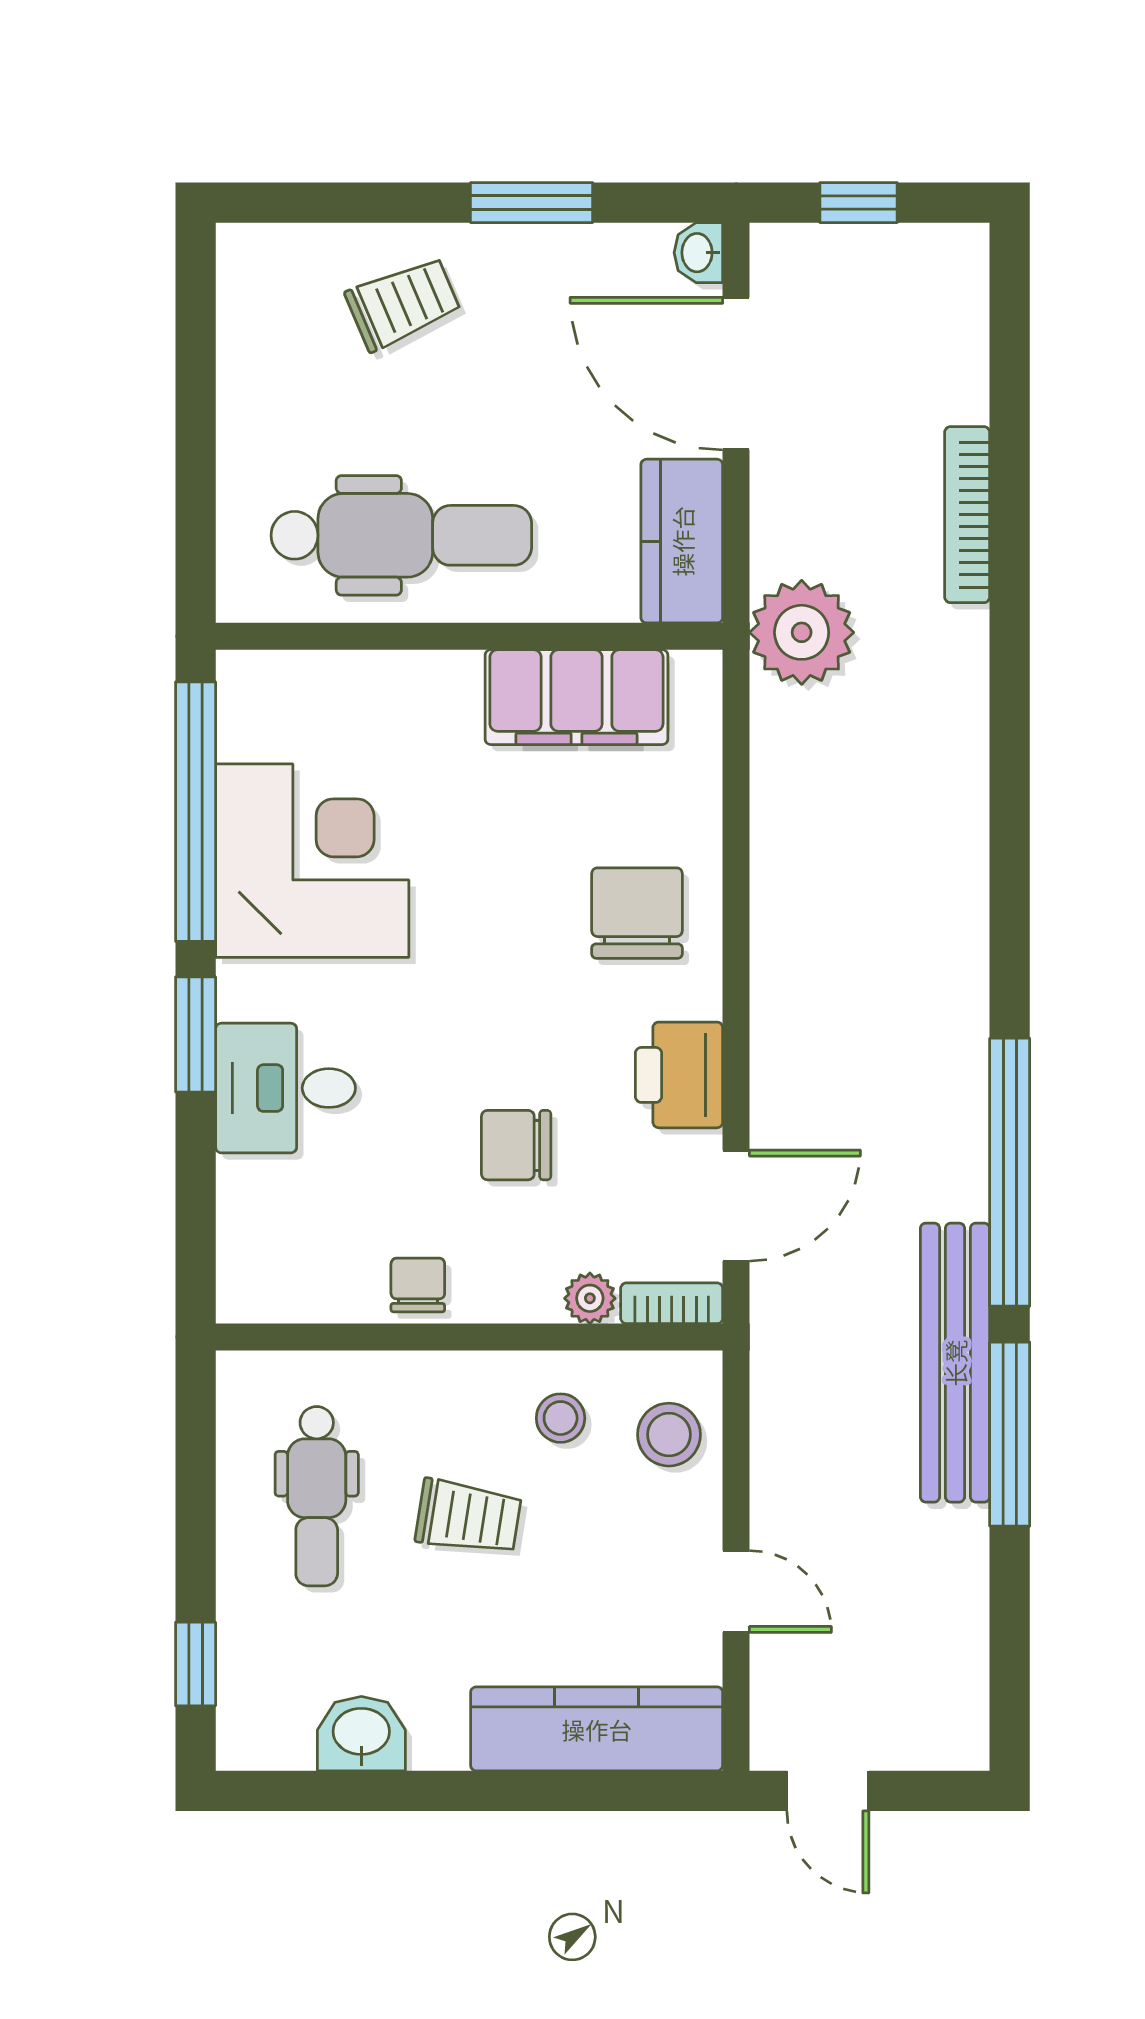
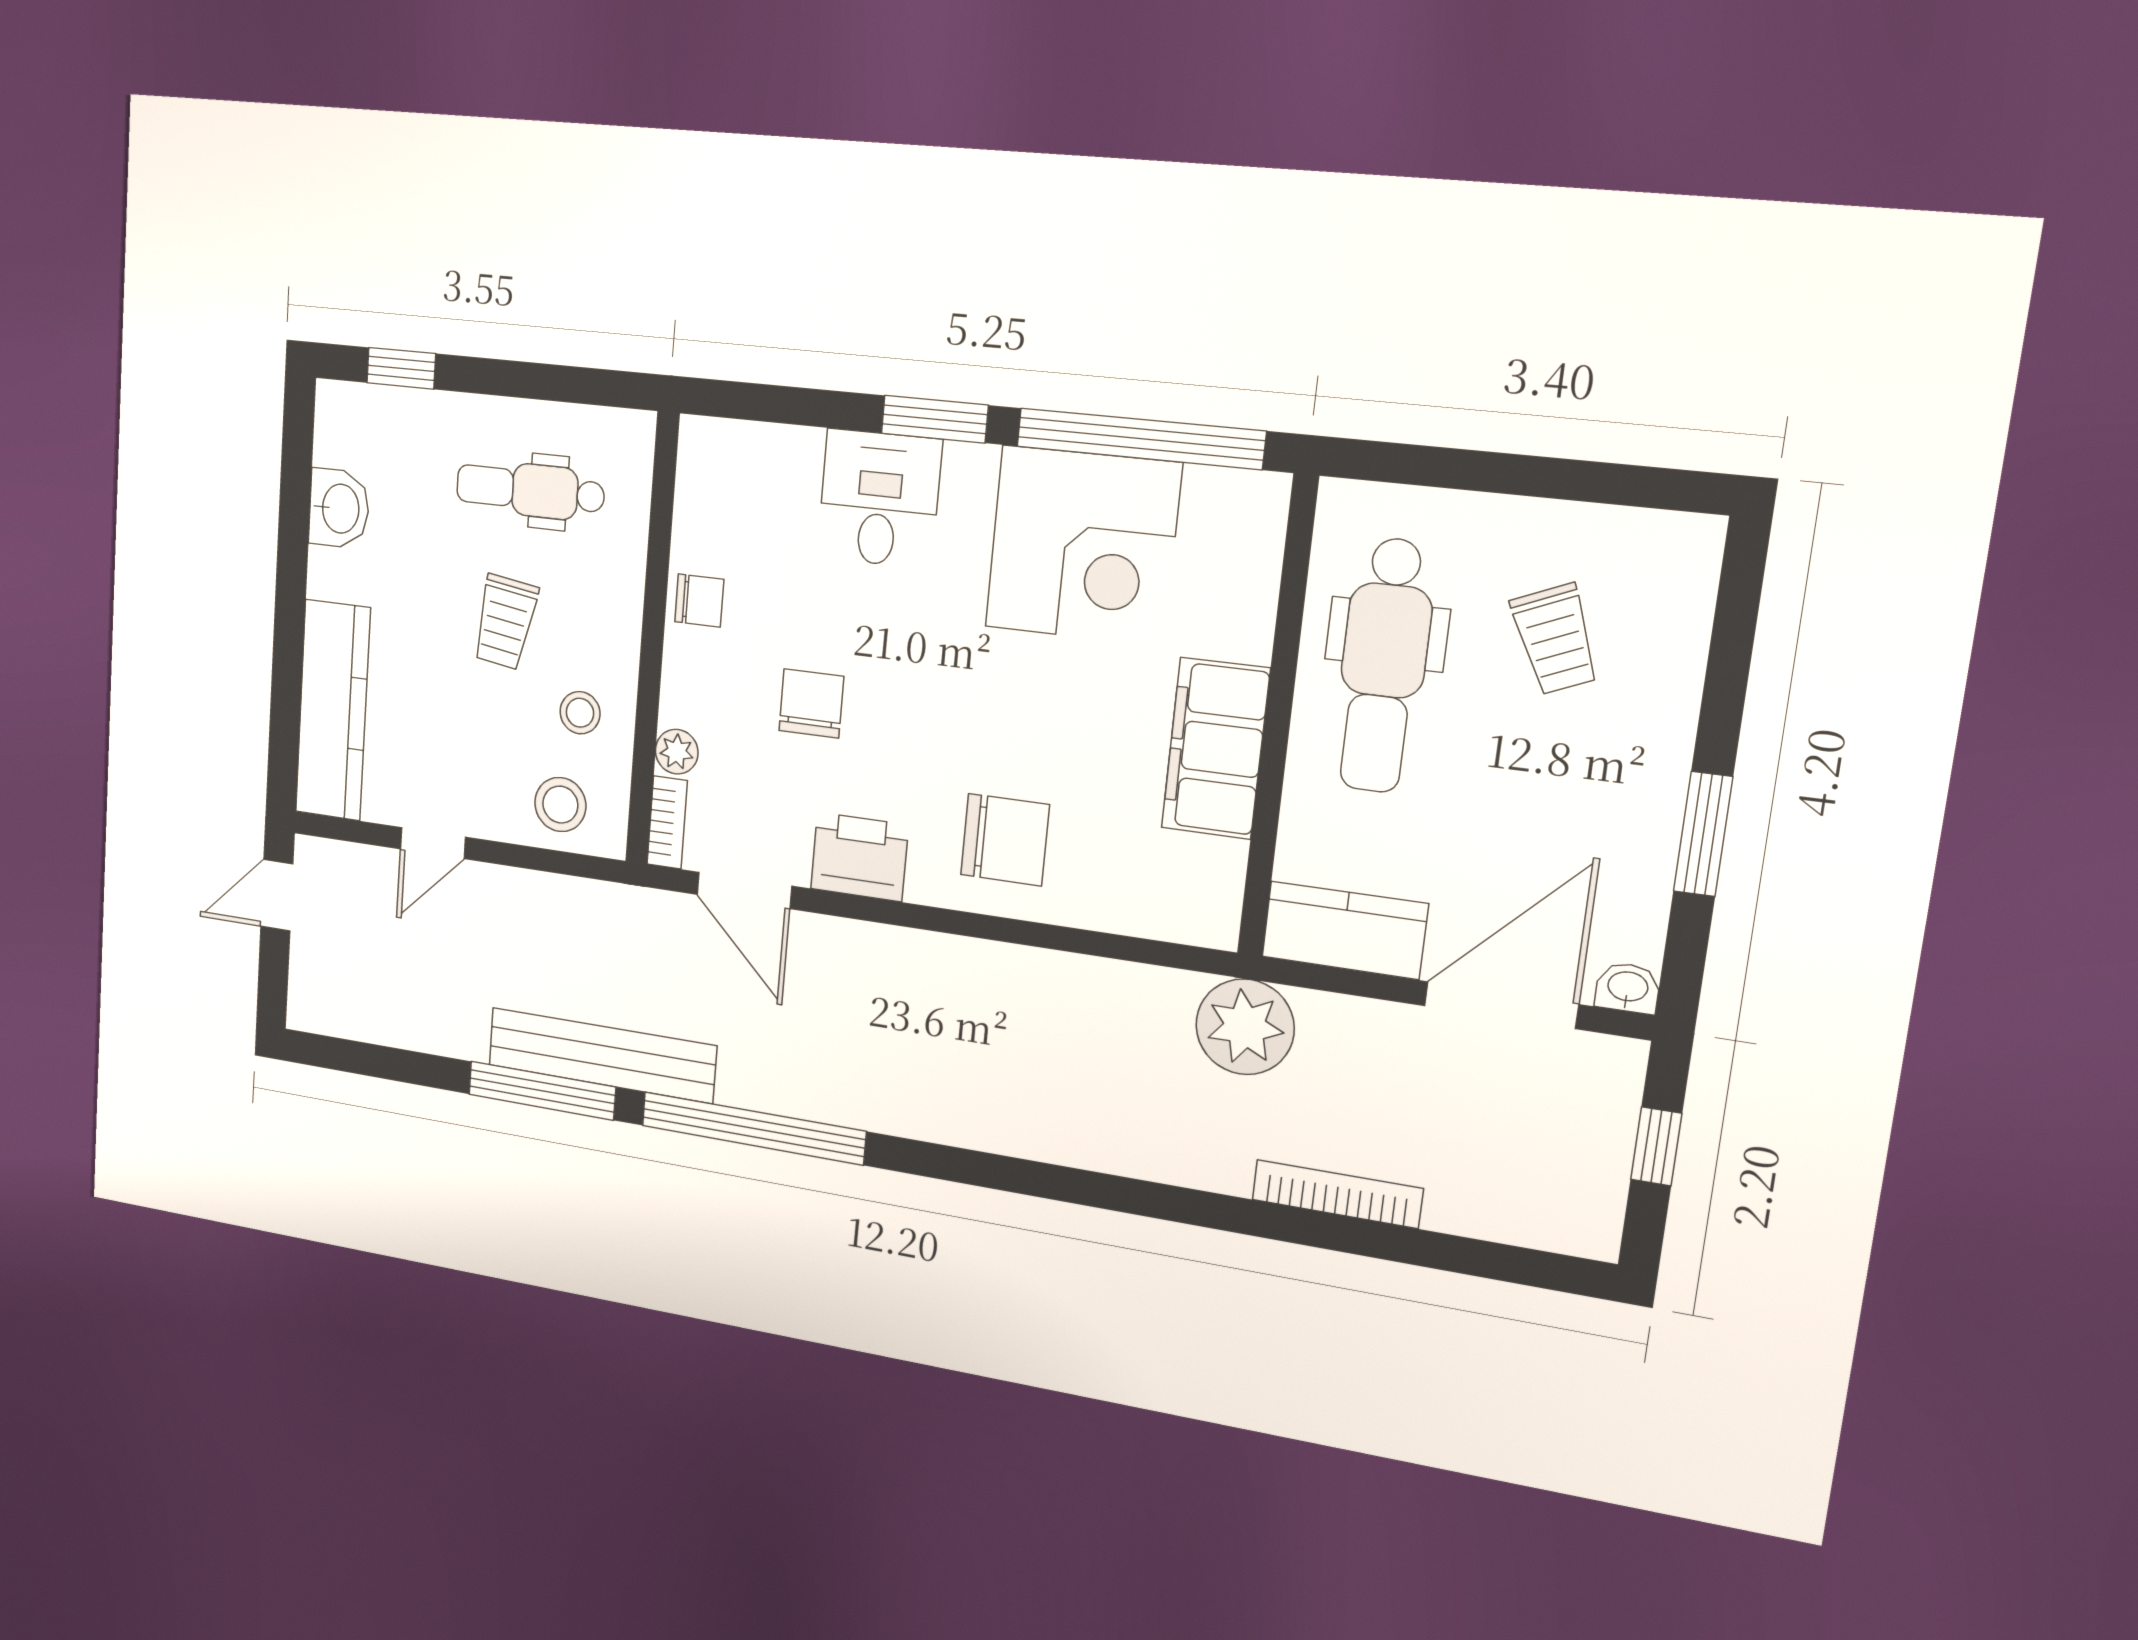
trolley: (403, 303) -> (1555, 639), moved
filing cabinet: (576, 697) -> (1216, 748), moved

